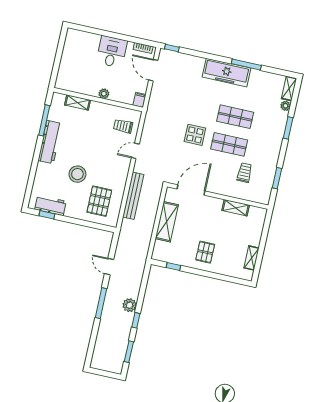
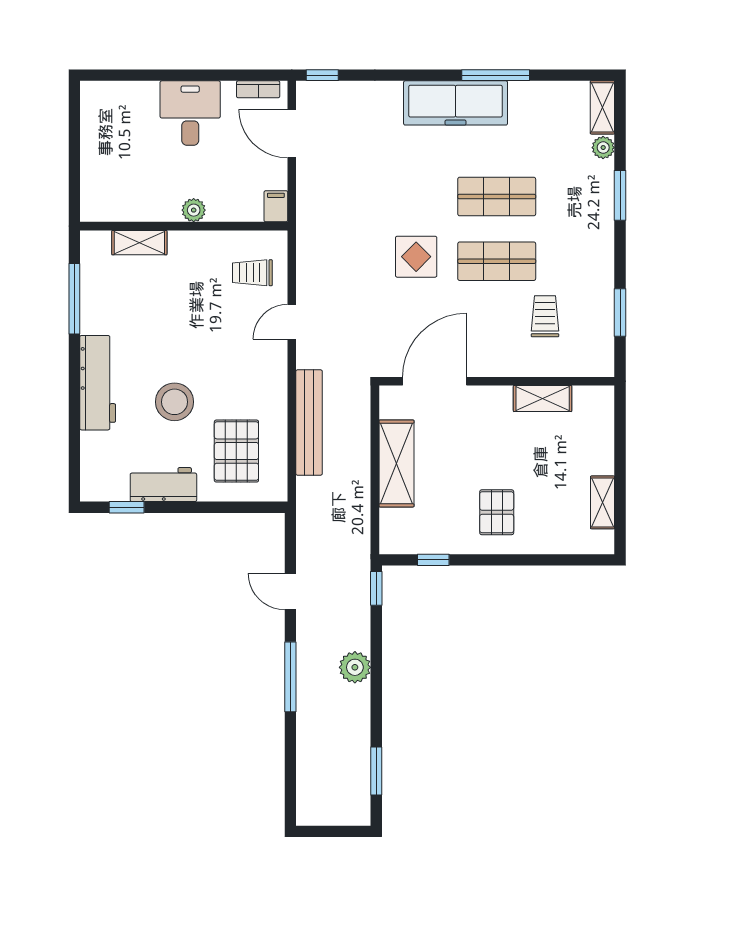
workbench: (50, 142) -> (98, 383), moved
workbench: (50, 205) -> (163, 485), moved
window: (136, 320) -> (376, 588), moved

